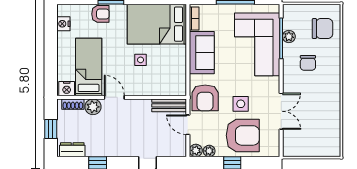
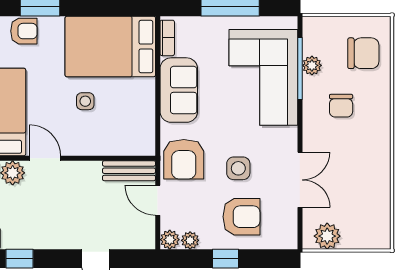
armchair: (243, 135) -> (241, 217), width x0.73, depth x0.73
plant: (299, 148) -> (327, 236), added

